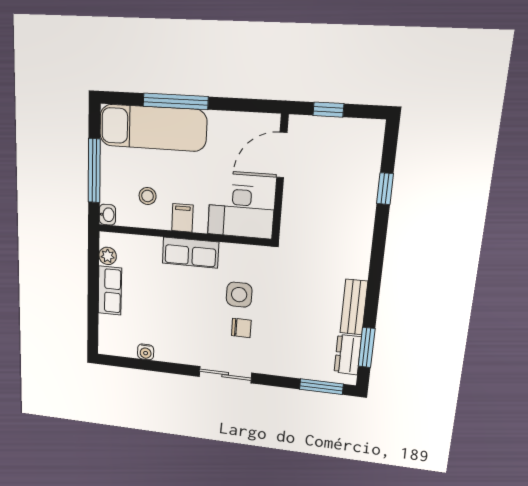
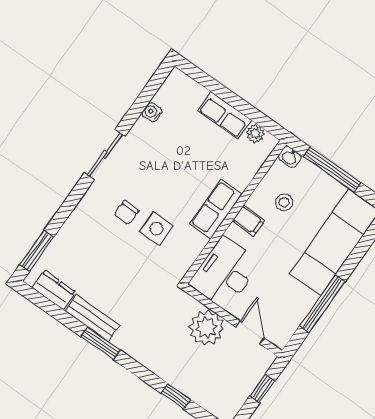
window: (175, 101) -> (322, 304), moved
door: (282, 155) -> (250, 333), width x0.73
plant: (301, 199) -> (206, 328), added
window: (367, 347) -> (100, 343), moved
sliding door: (225, 375) -> (105, 154), moved

